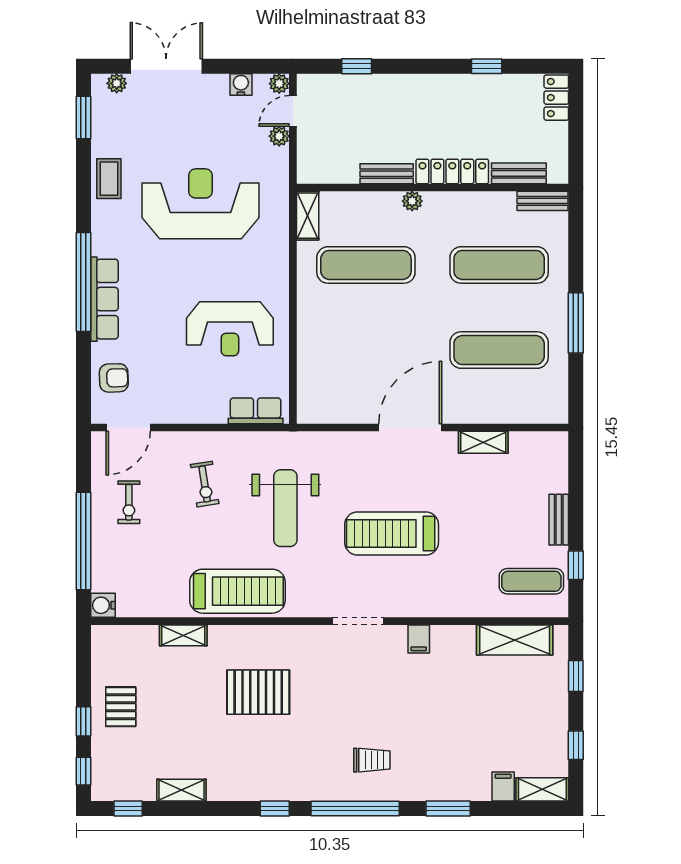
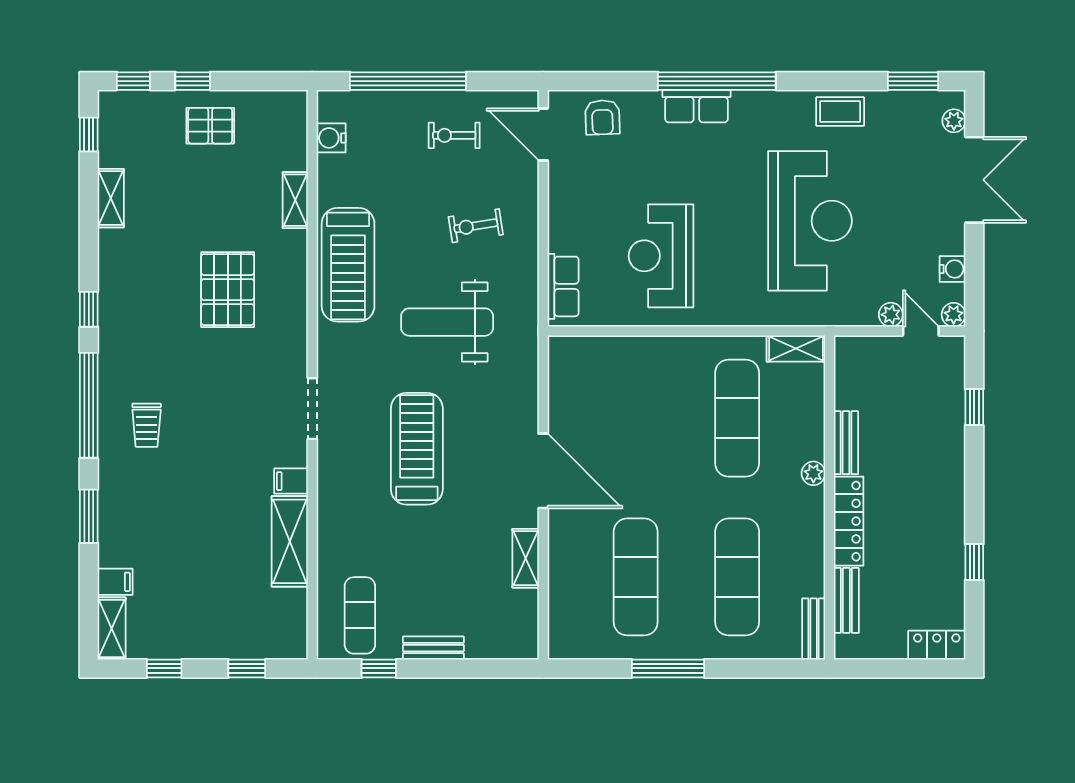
row of seats: (104, 299) -> (696, 106), width x0.68
water cooler: (103, 605) -> (331, 138), moved, turned -90
shelving: (515, 640) -> (290, 541), moved

